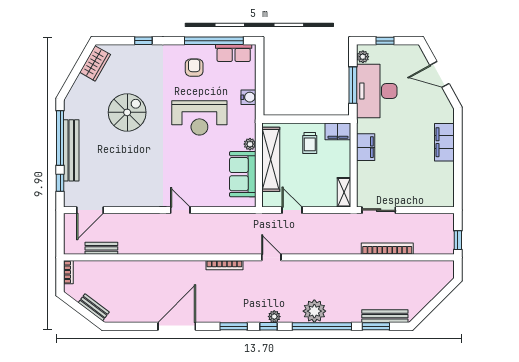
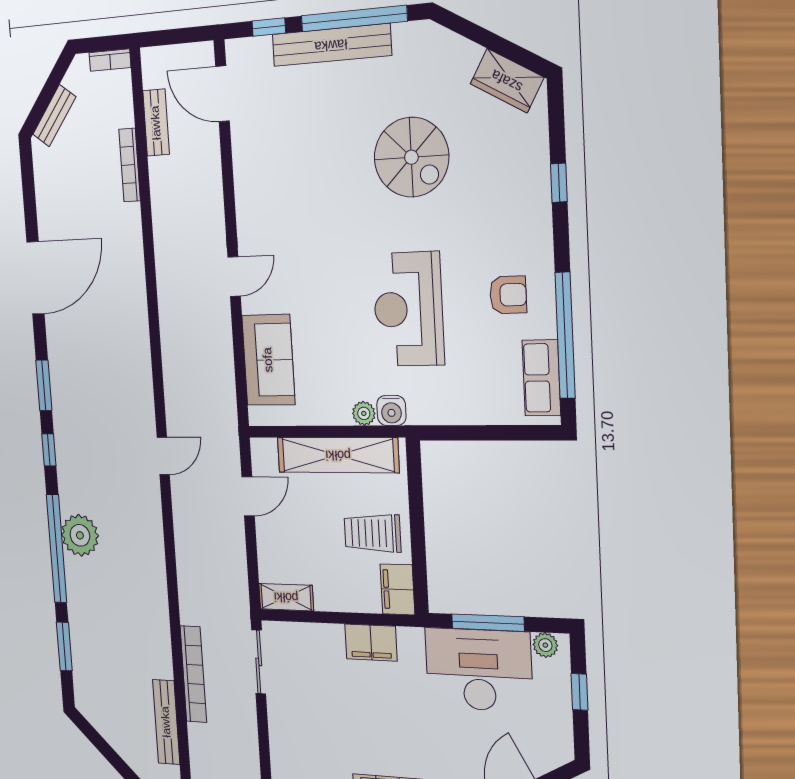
water cooler: (249, 97) -> (391, 410), moved
trolley: (310, 143) -> (373, 533), width x1.36, depth x1.39
sofa: (243, 174) -> (268, 360), moved, turned 90
bookcase: (224, 265) -> (130, 165), moved
bench: (385, 316) -> (166, 722), moved
plant: (274, 317) -> (65, 461), removed
door: (177, 326) -> (36, 278), hinge flipped

